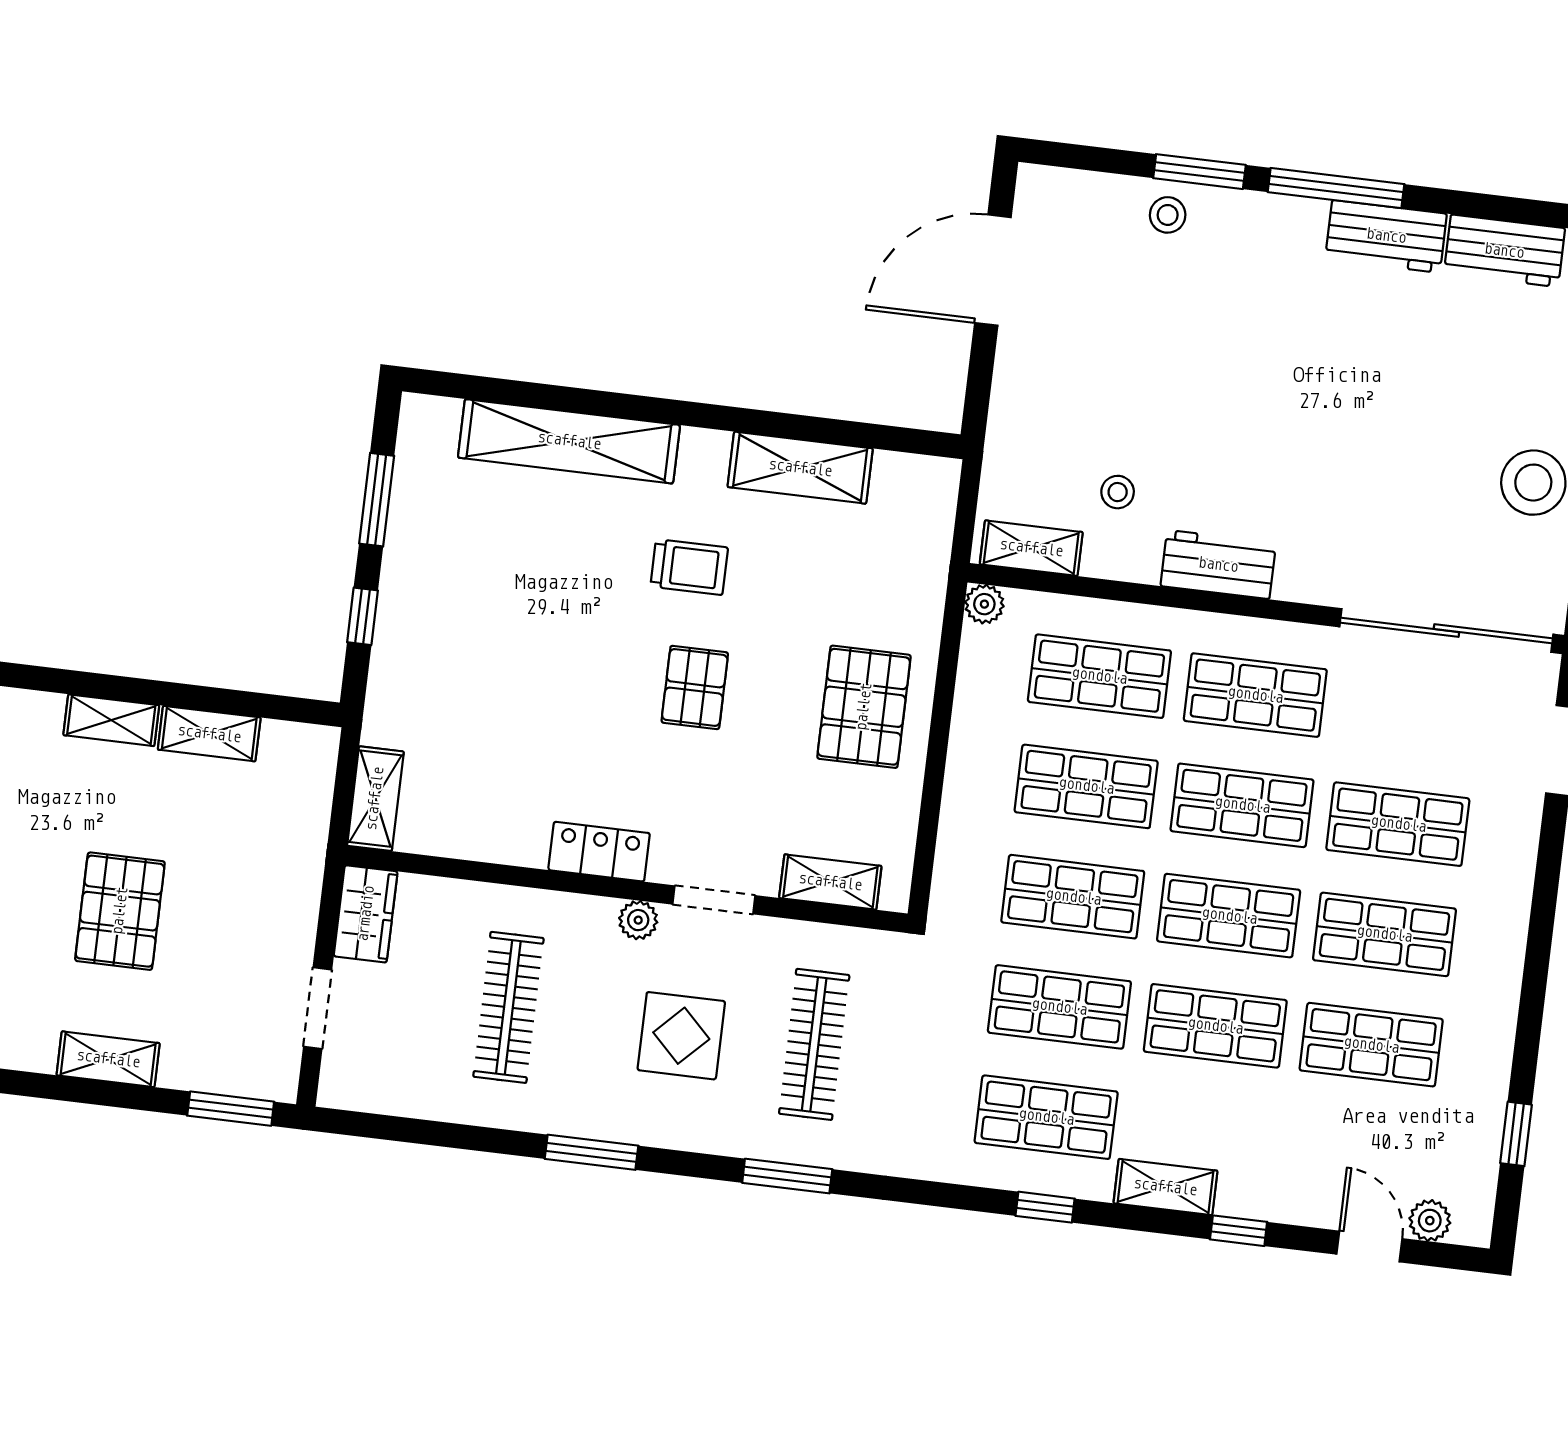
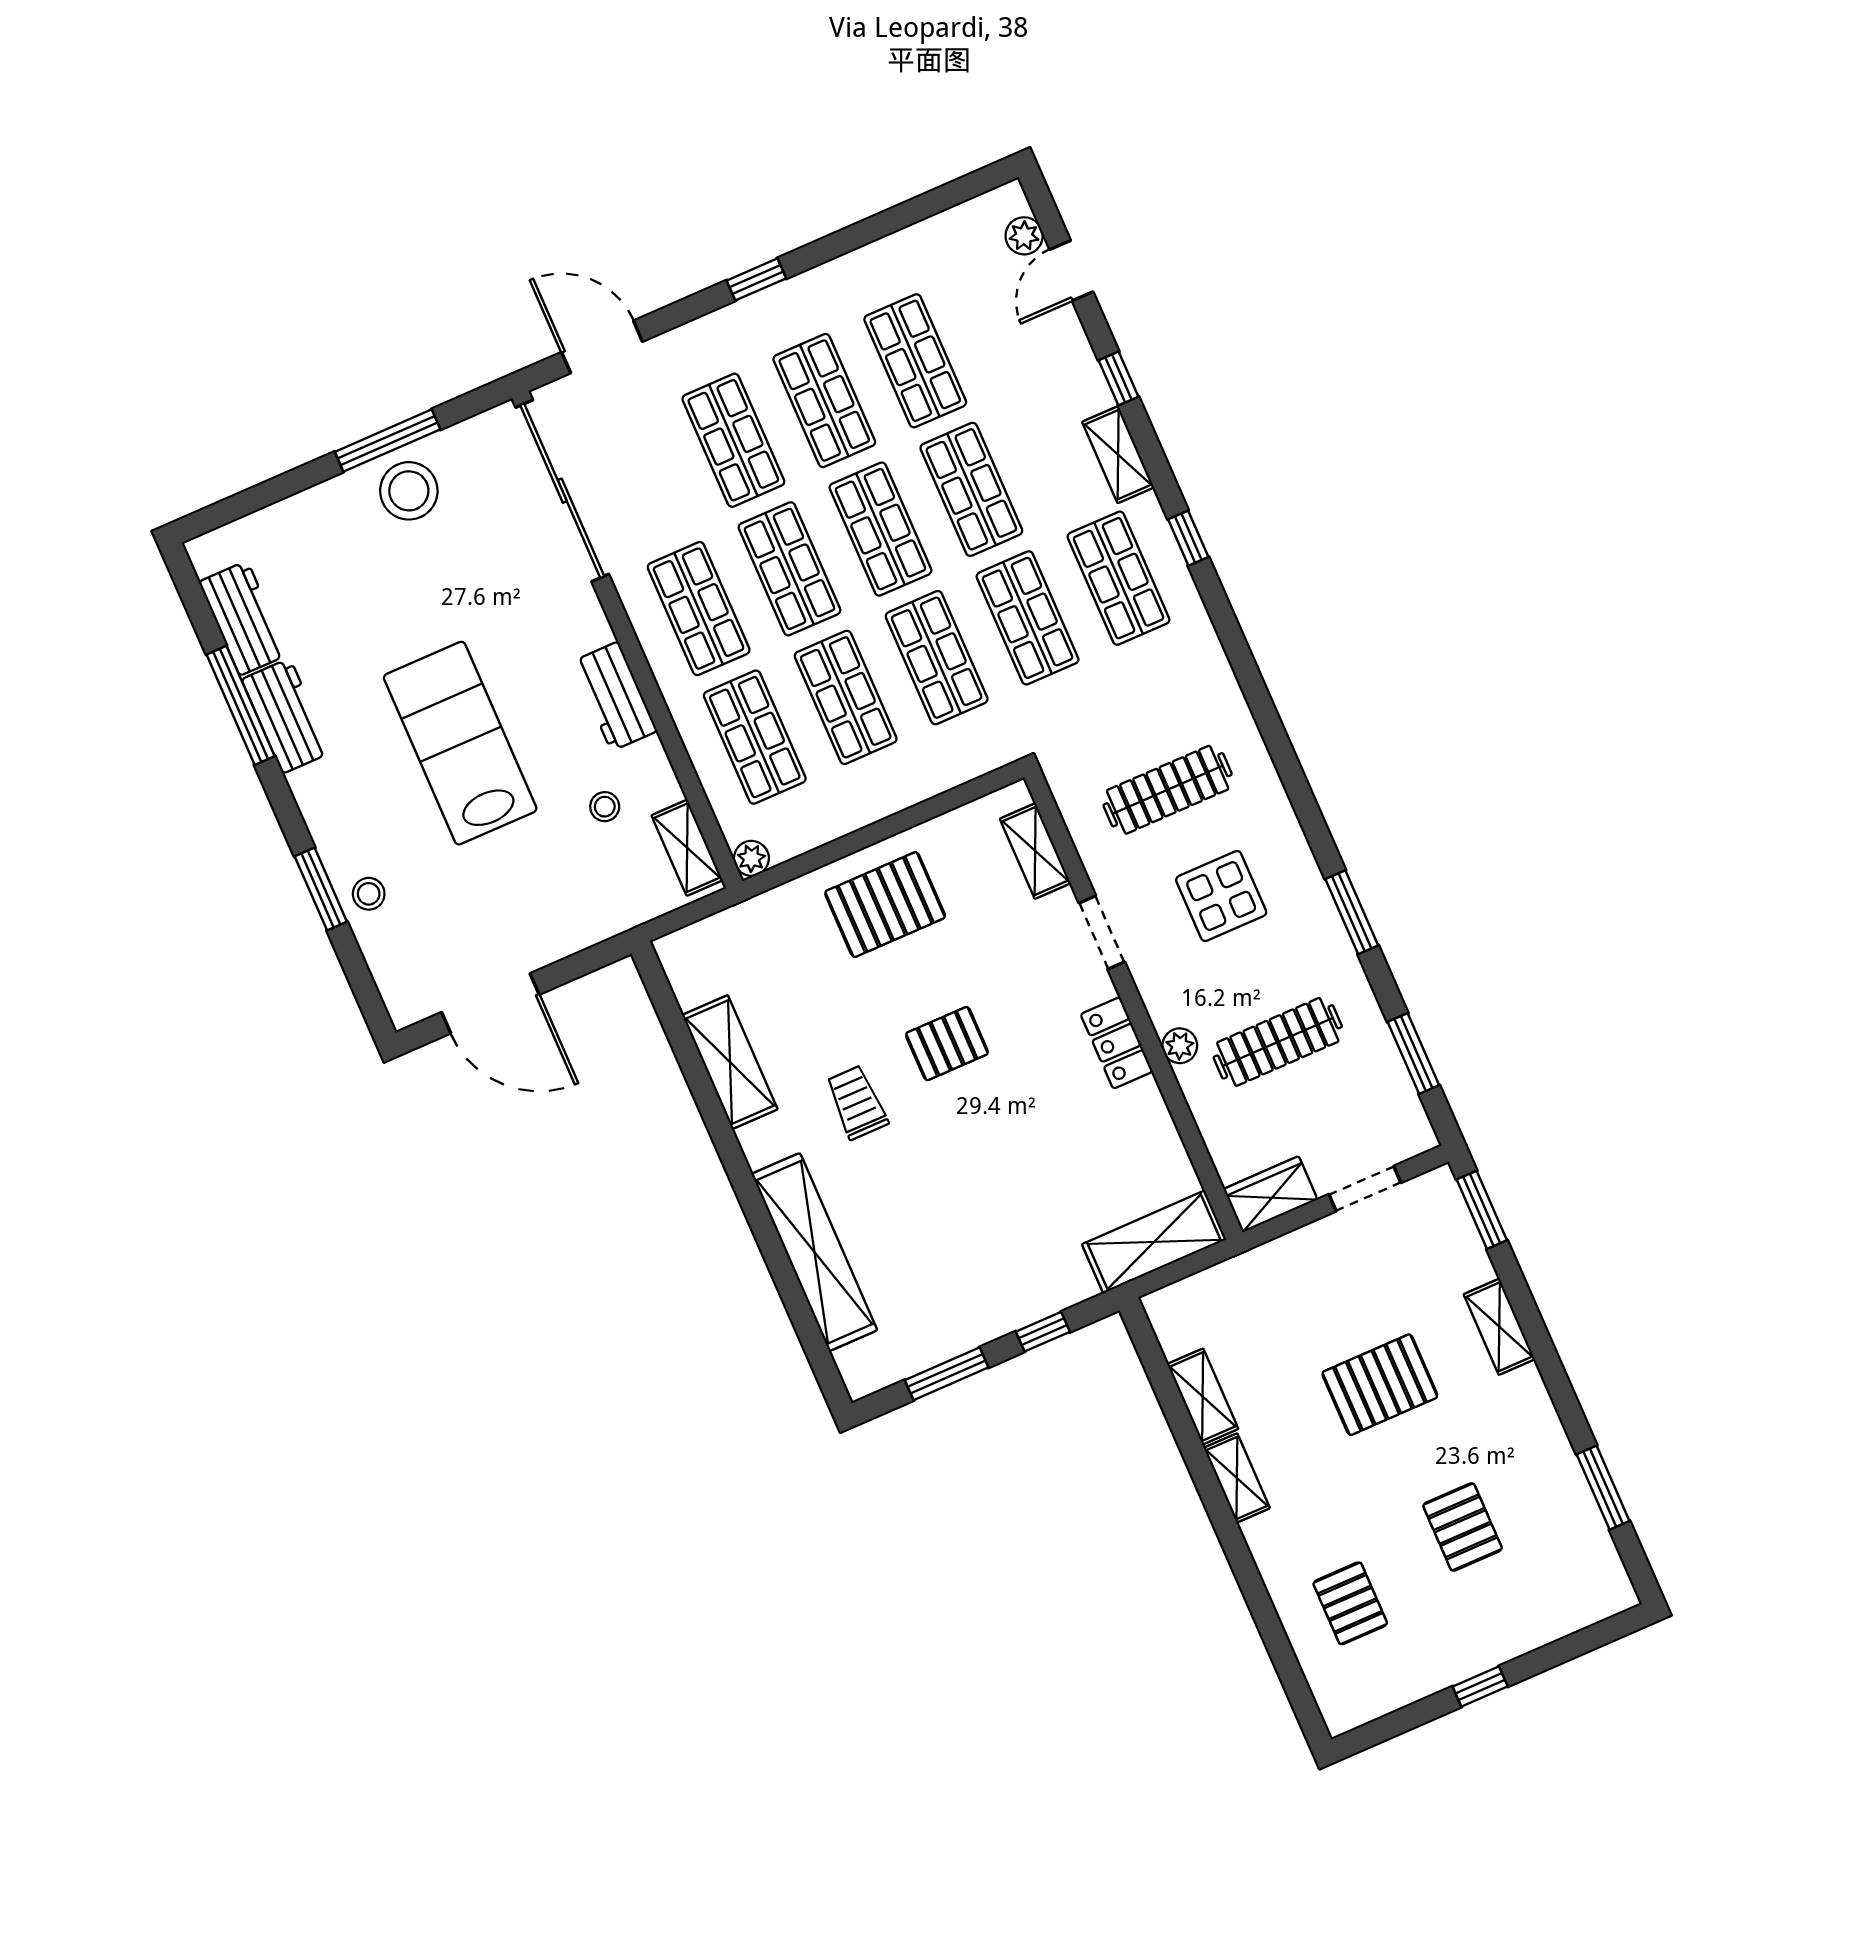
window: (1336, 188) -> (241, 705), moved
lab bench: (1261, 389) -> (460, 743), added
shelving: (375, 799) -> (1154, 1242), width x1.50, depth x1.33
plant: (638, 920) -> (1180, 1046), moved
window: (1516, 1134) -> (756, 279), moved
window: (787, 1176) -> (1413, 1054), moved

